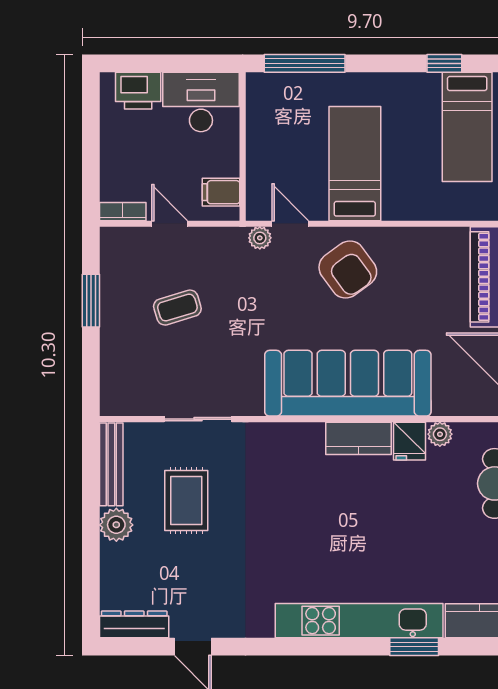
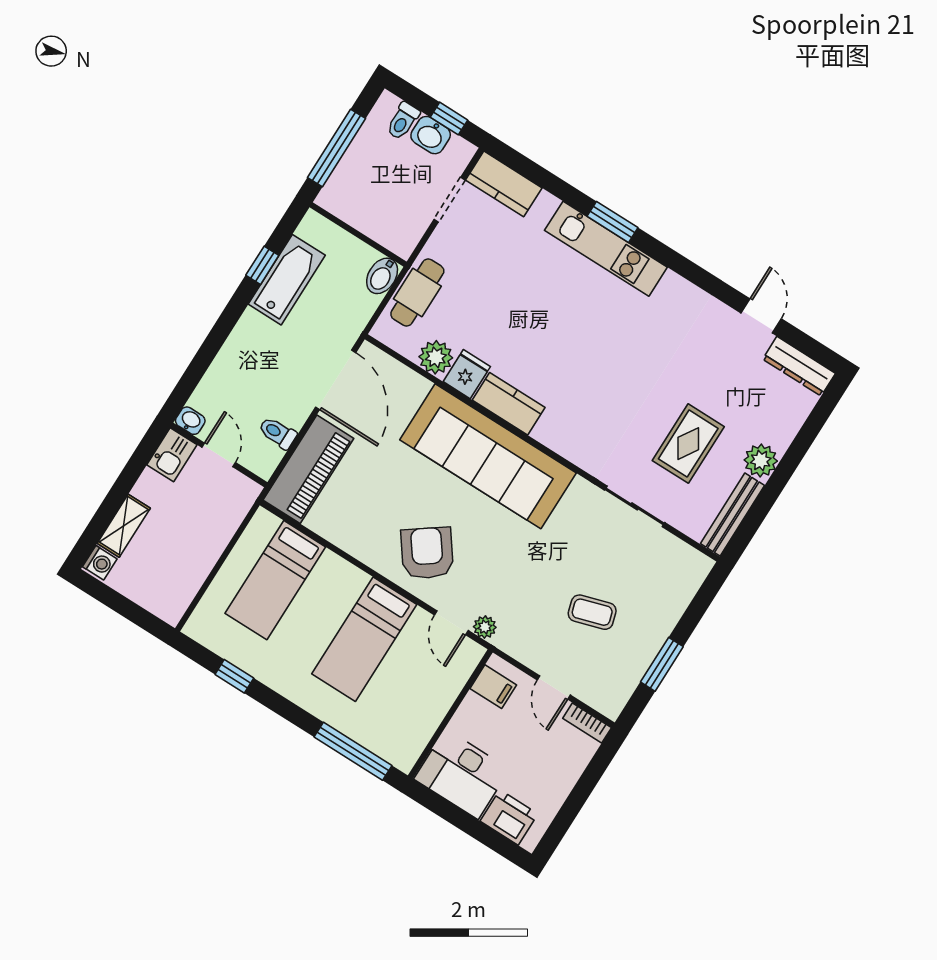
bed: (467, 127) -> (275, 580), moved, turned 180
plant: (440, 434) -> (436, 357), width x1.38, depth x1.38
kitchen unit: (359, 621) -> (606, 249), width x0.73
window: (414, 647) -> (612, 222), moved

